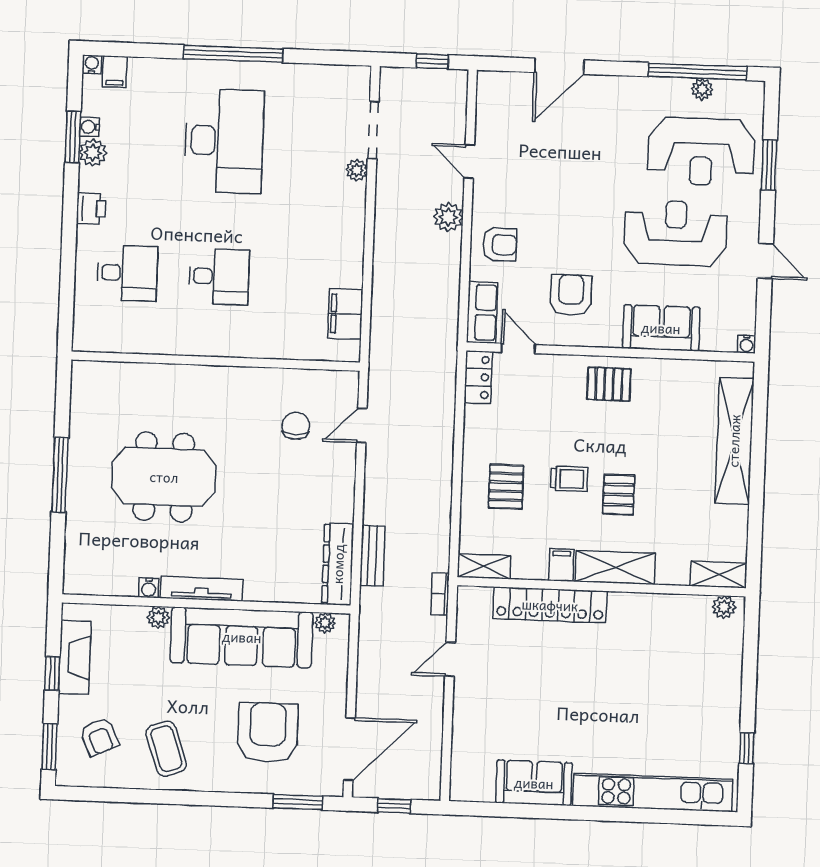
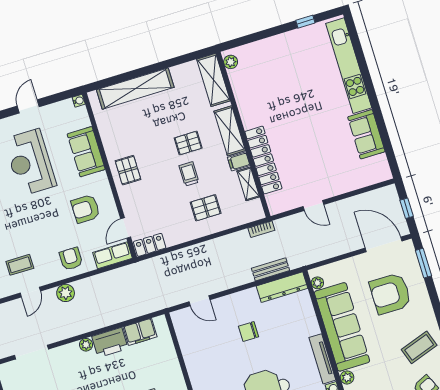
coffee table: (518, 160) -> (20, 265), added
plant: (357, 170) -> (86, 345), moved
printer: (345, 260) -> (110, 343), added
chair: (296, 426) -> (248, 332), moved
shelving: (484, 566) -> (248, 184), moved
shelving: (719, 575) -> (213, 80), width x1.50, depth x1.33
bookcase: (440, 594) -> (261, 229), moved

